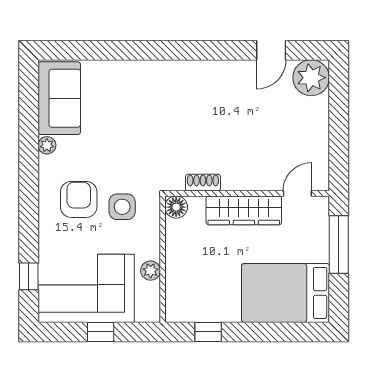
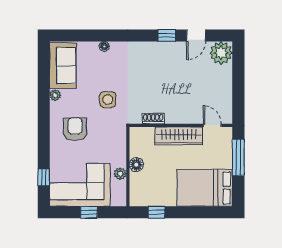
window: (225, 50) -> (167, 35), added
floor lamp: (125, 68) -> (104, 46), added
door: (297, 193) -> (212, 125), hinge flipped
side table: (122, 207) -> (108, 100), moved
floor lamp: (176, 207) -> (136, 165), moved

